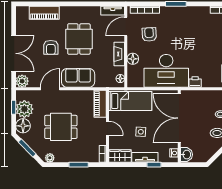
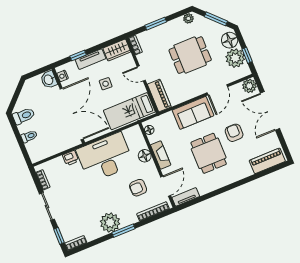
piano: (44, 13) -> (267, 161), moved
plant: (184, 15) -> (110, 223), added
armchair: (149, 34) -> (138, 188), turned 93

